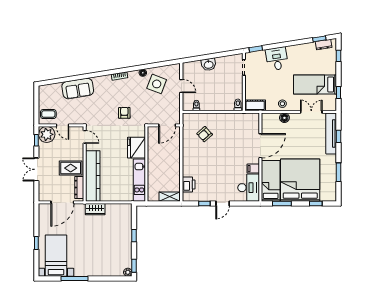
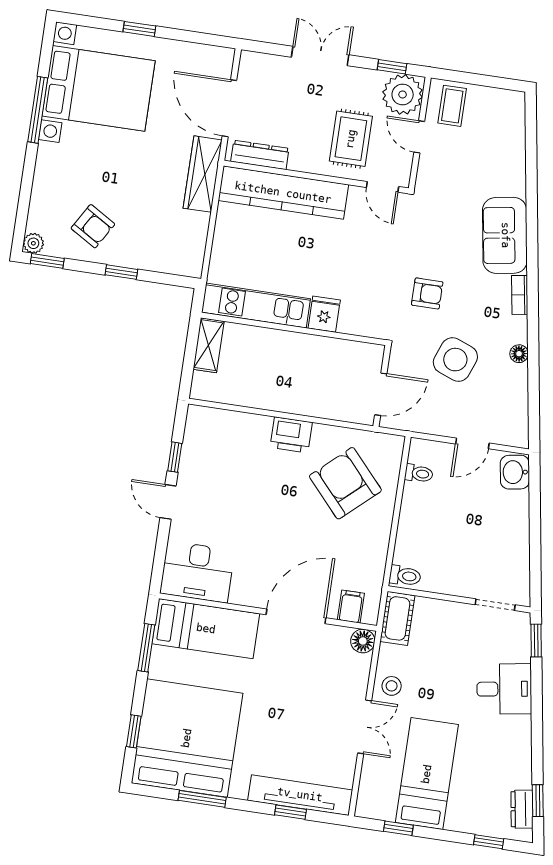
washbasin: (209, 64) -> (515, 472), moved
side table: (157, 84) -> (455, 360), moved
sofa: (78, 88) -> (505, 235), moved
double door: (311, 112) -> (365, 727), moved
floor lamp: (284, 118) -> (363, 641), moved
door: (63, 125) -> (419, 137), hinge flipped
door: (167, 125) -> (381, 394), swing flipped
armchair: (205, 134) -> (345, 483), width x1.88, depth x1.88
door: (85, 137) -> (383, 187), hinge flipped
door: (260, 146) -> (296, 616), swing flipped
fridge: (136, 148) -> (324, 314), width x0.53, depth x0.75
rug: (71, 168) -> (351, 139), moved
filing cabinet: (253, 169) -> (351, 607), moved
bed: (300, 180) -> (187, 738), moved, turned -90
printer: (189, 184) -> (291, 435), moved
shelving: (170, 197) -> (209, 345), moved
wardrobe: (95, 209) -> (203, 174), width x1.50
armchair: (117, 250) -> (93, 226), added
bed with nightstands: (56, 256) -> (99, 88), width x1.36

